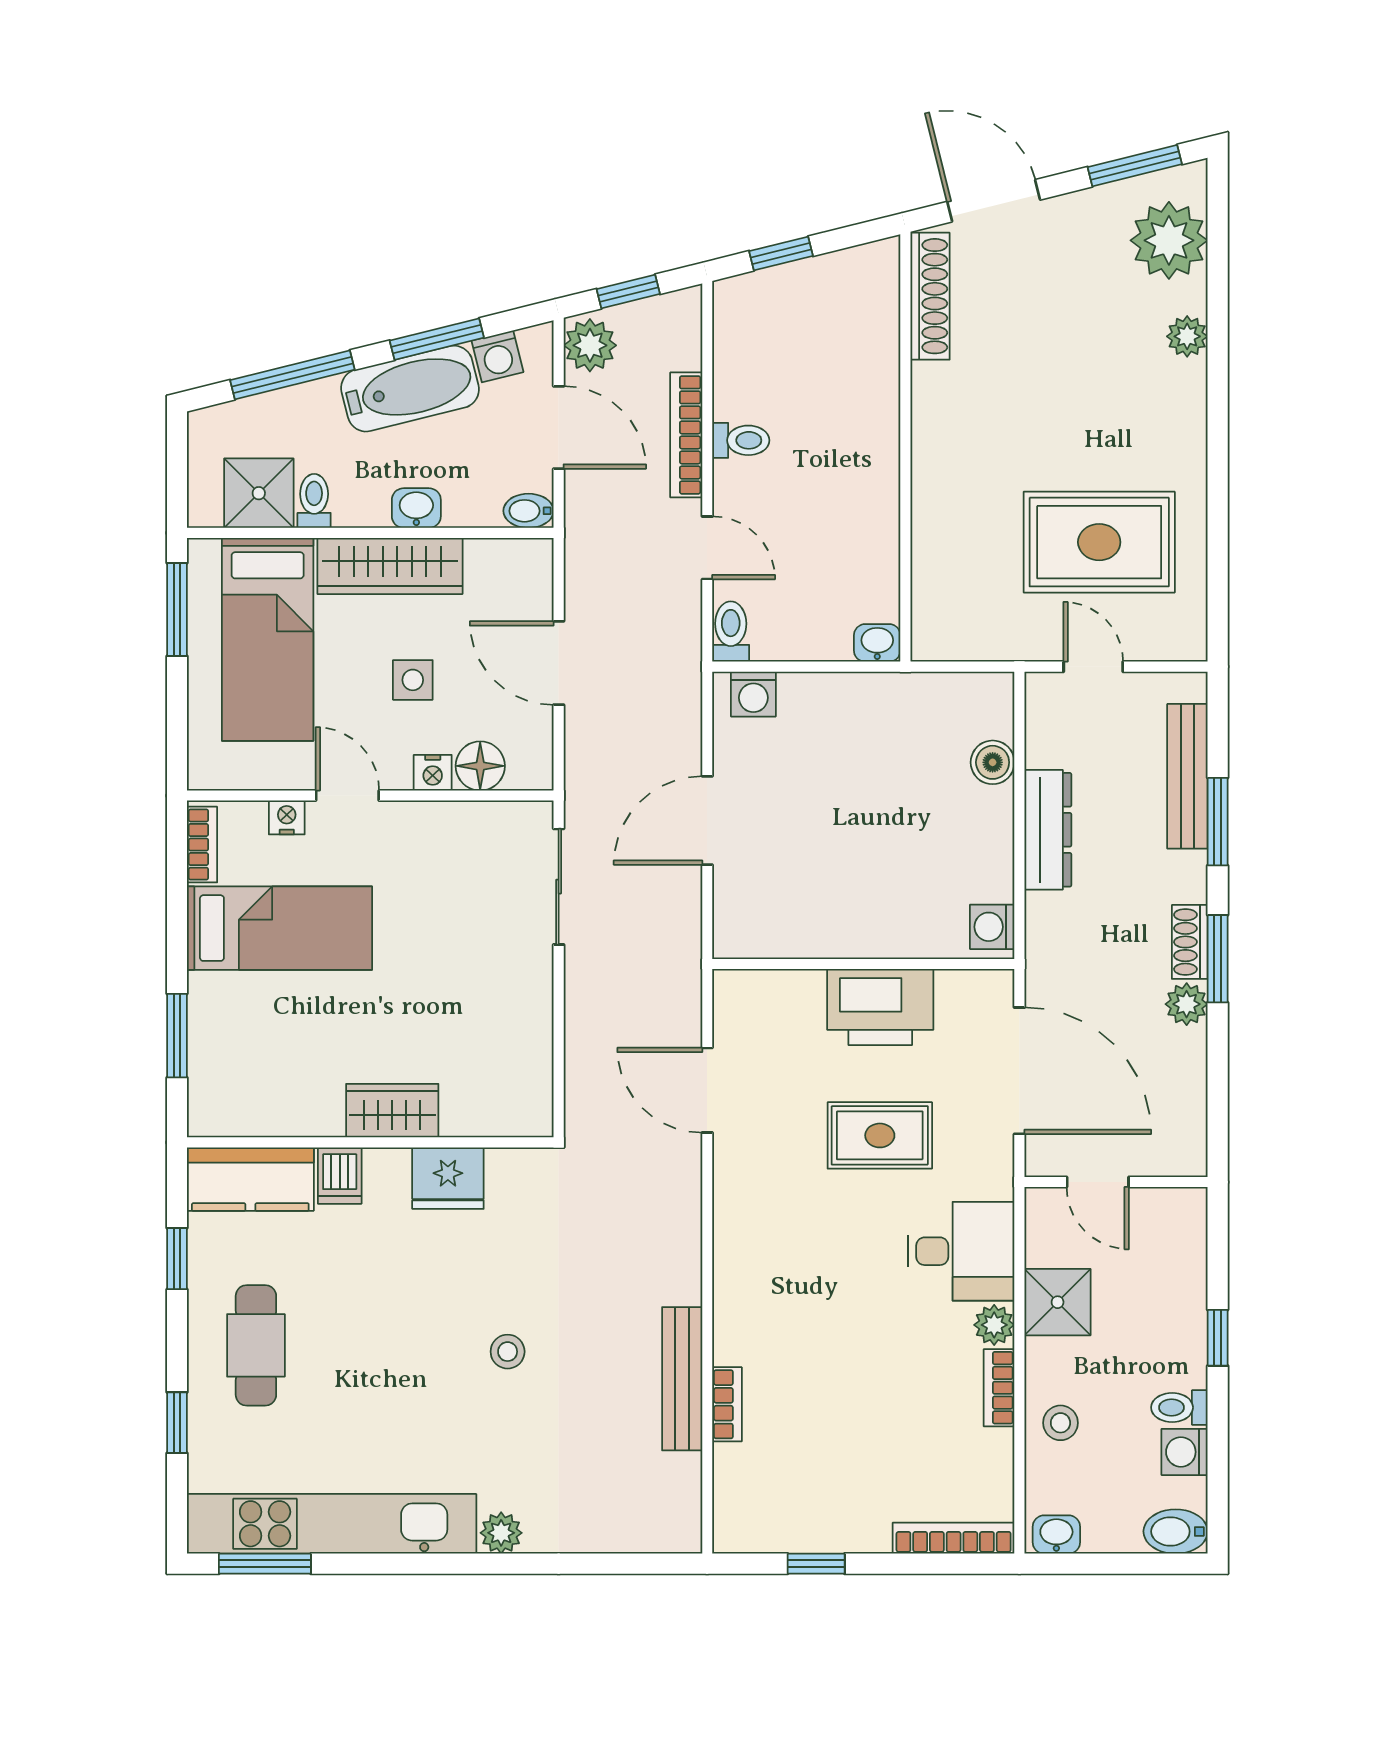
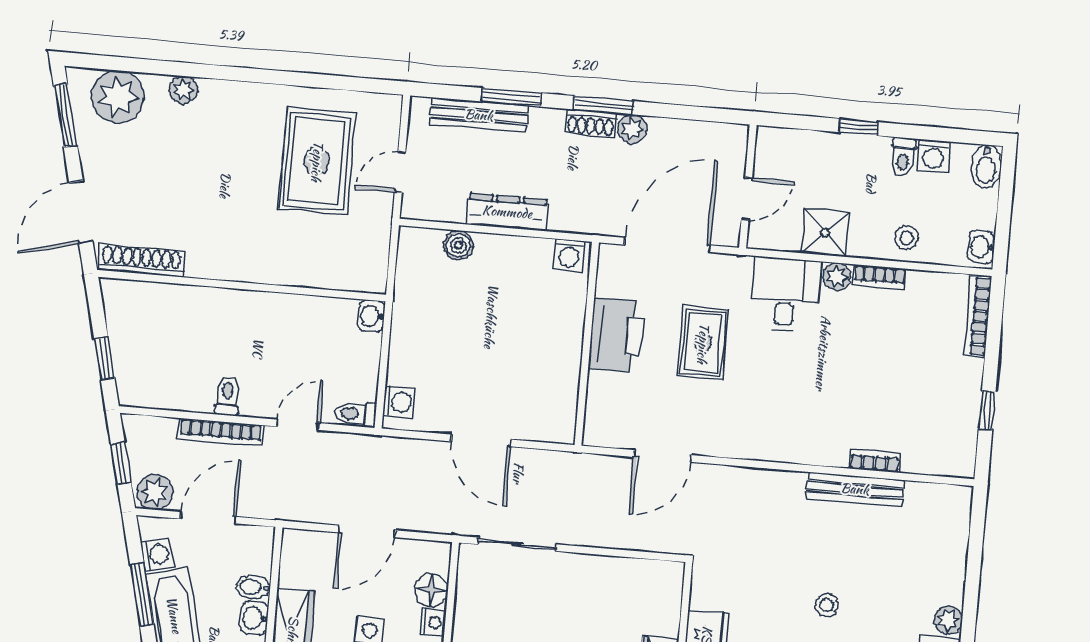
bidet: (528, 511) -> (253, 587), moved, turned 90

